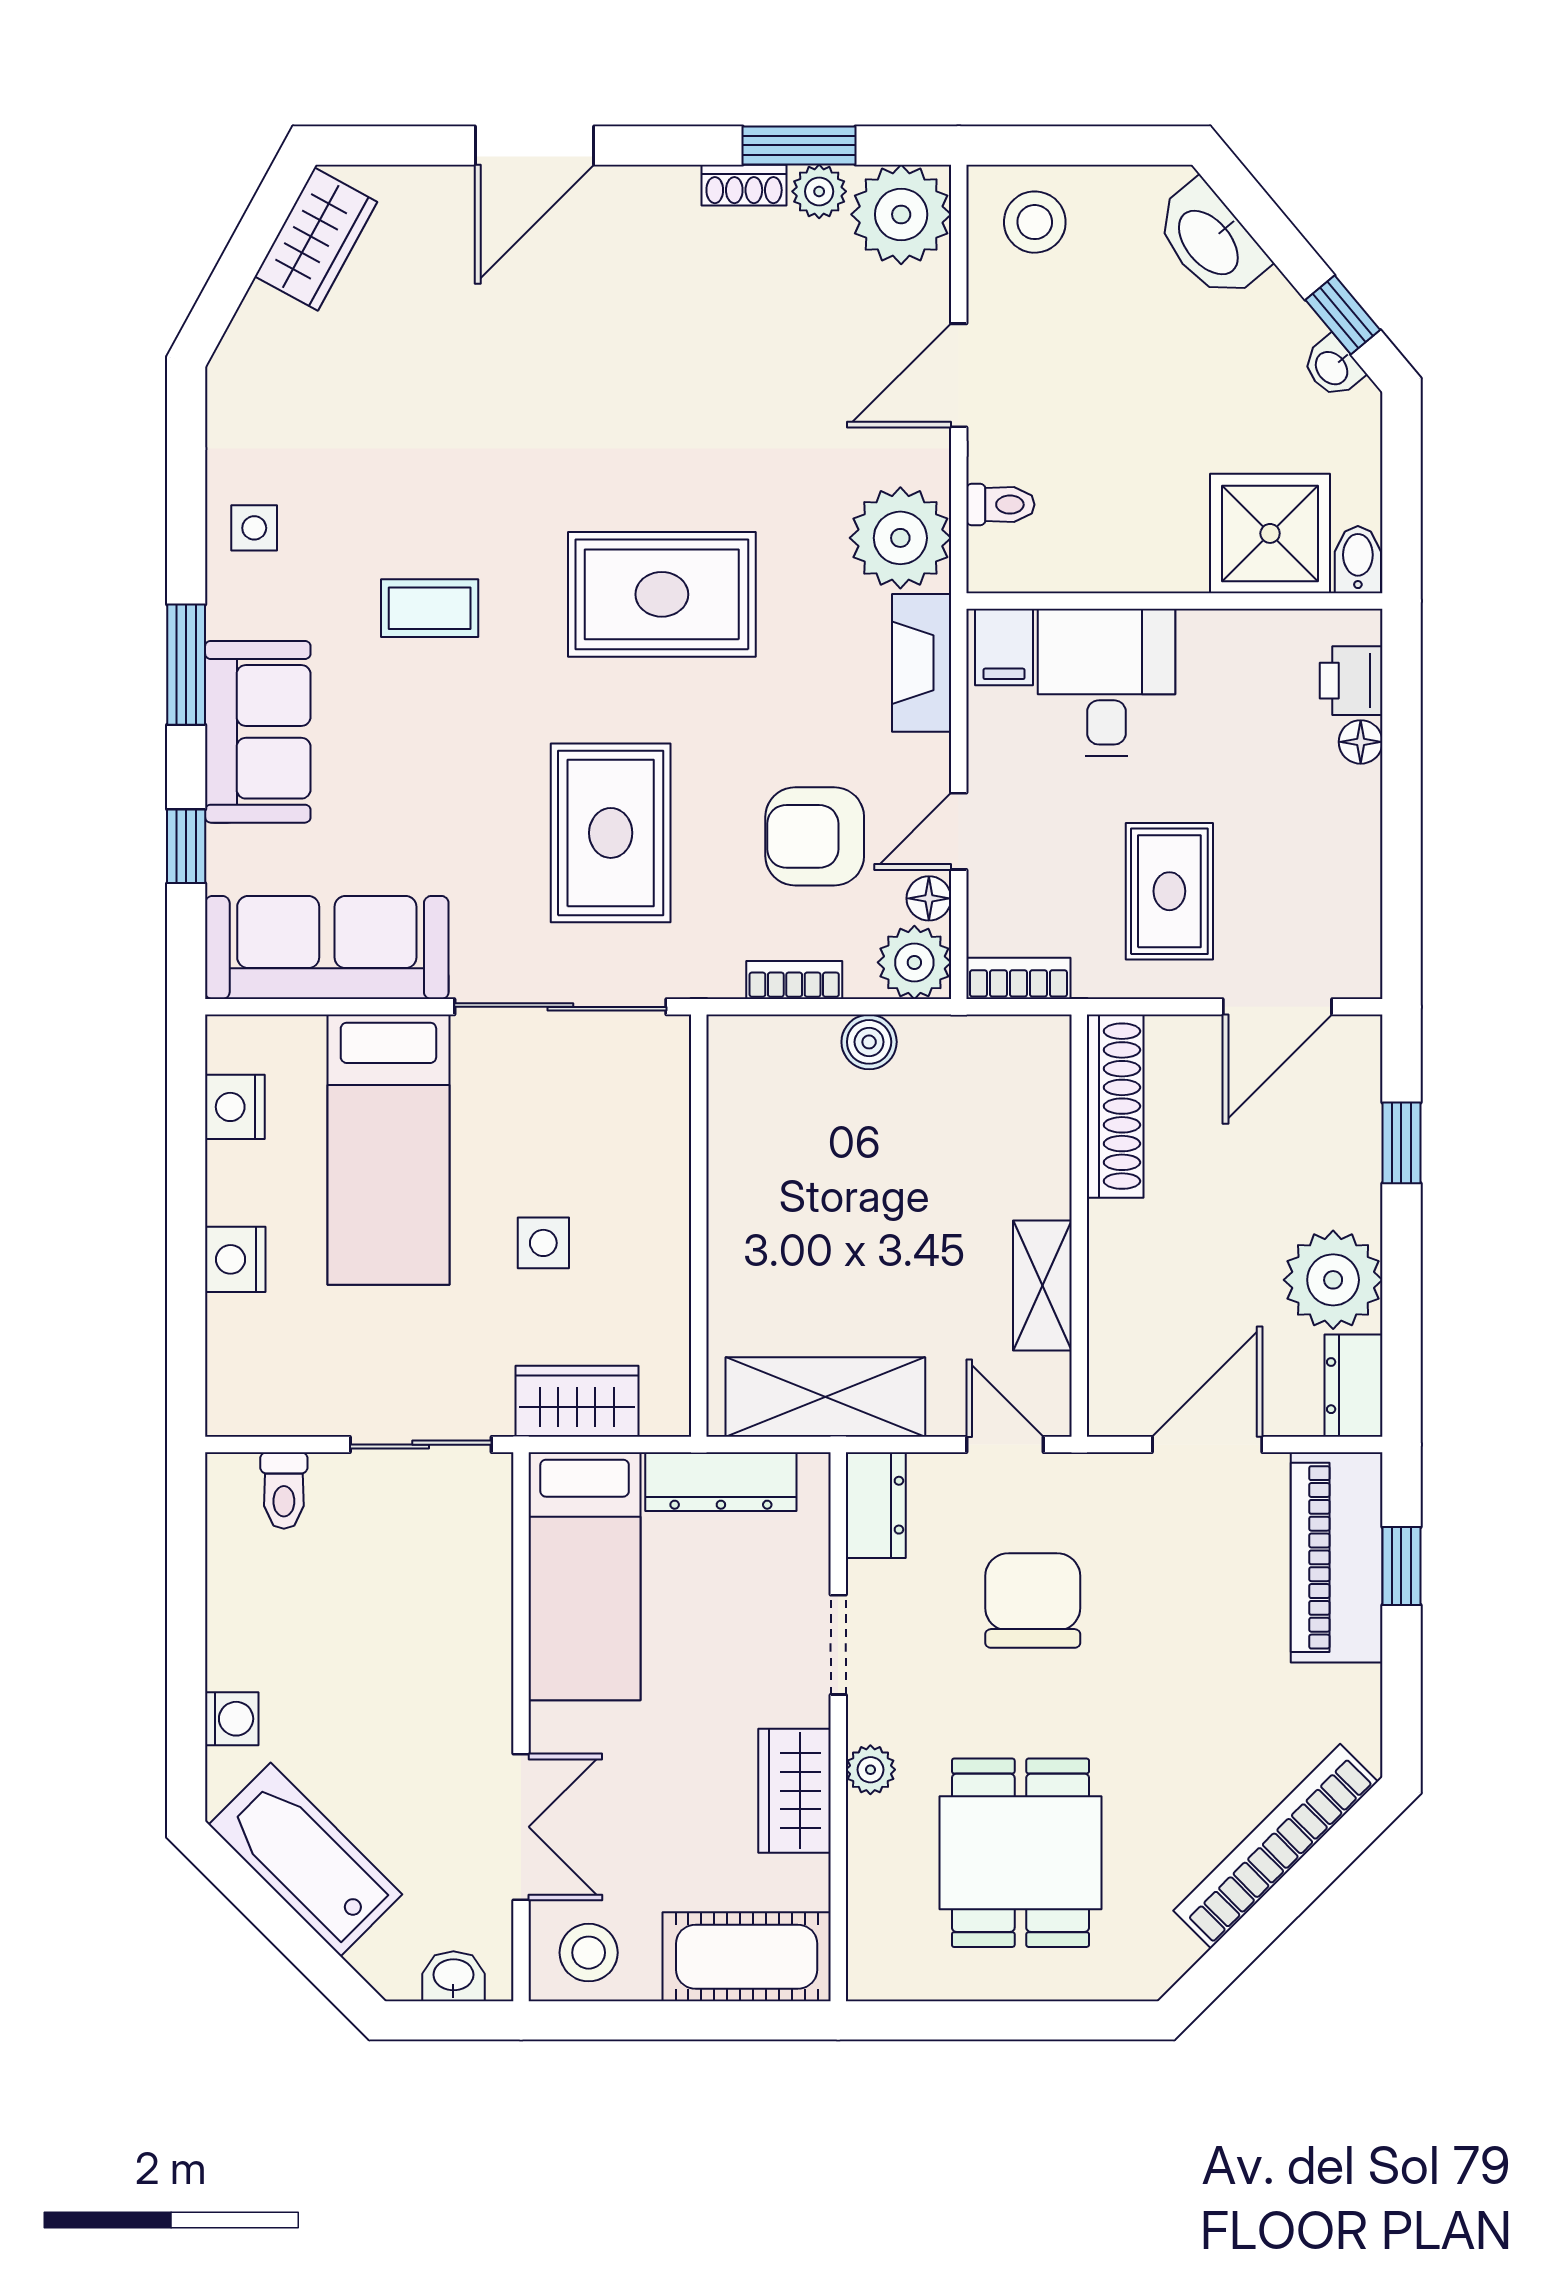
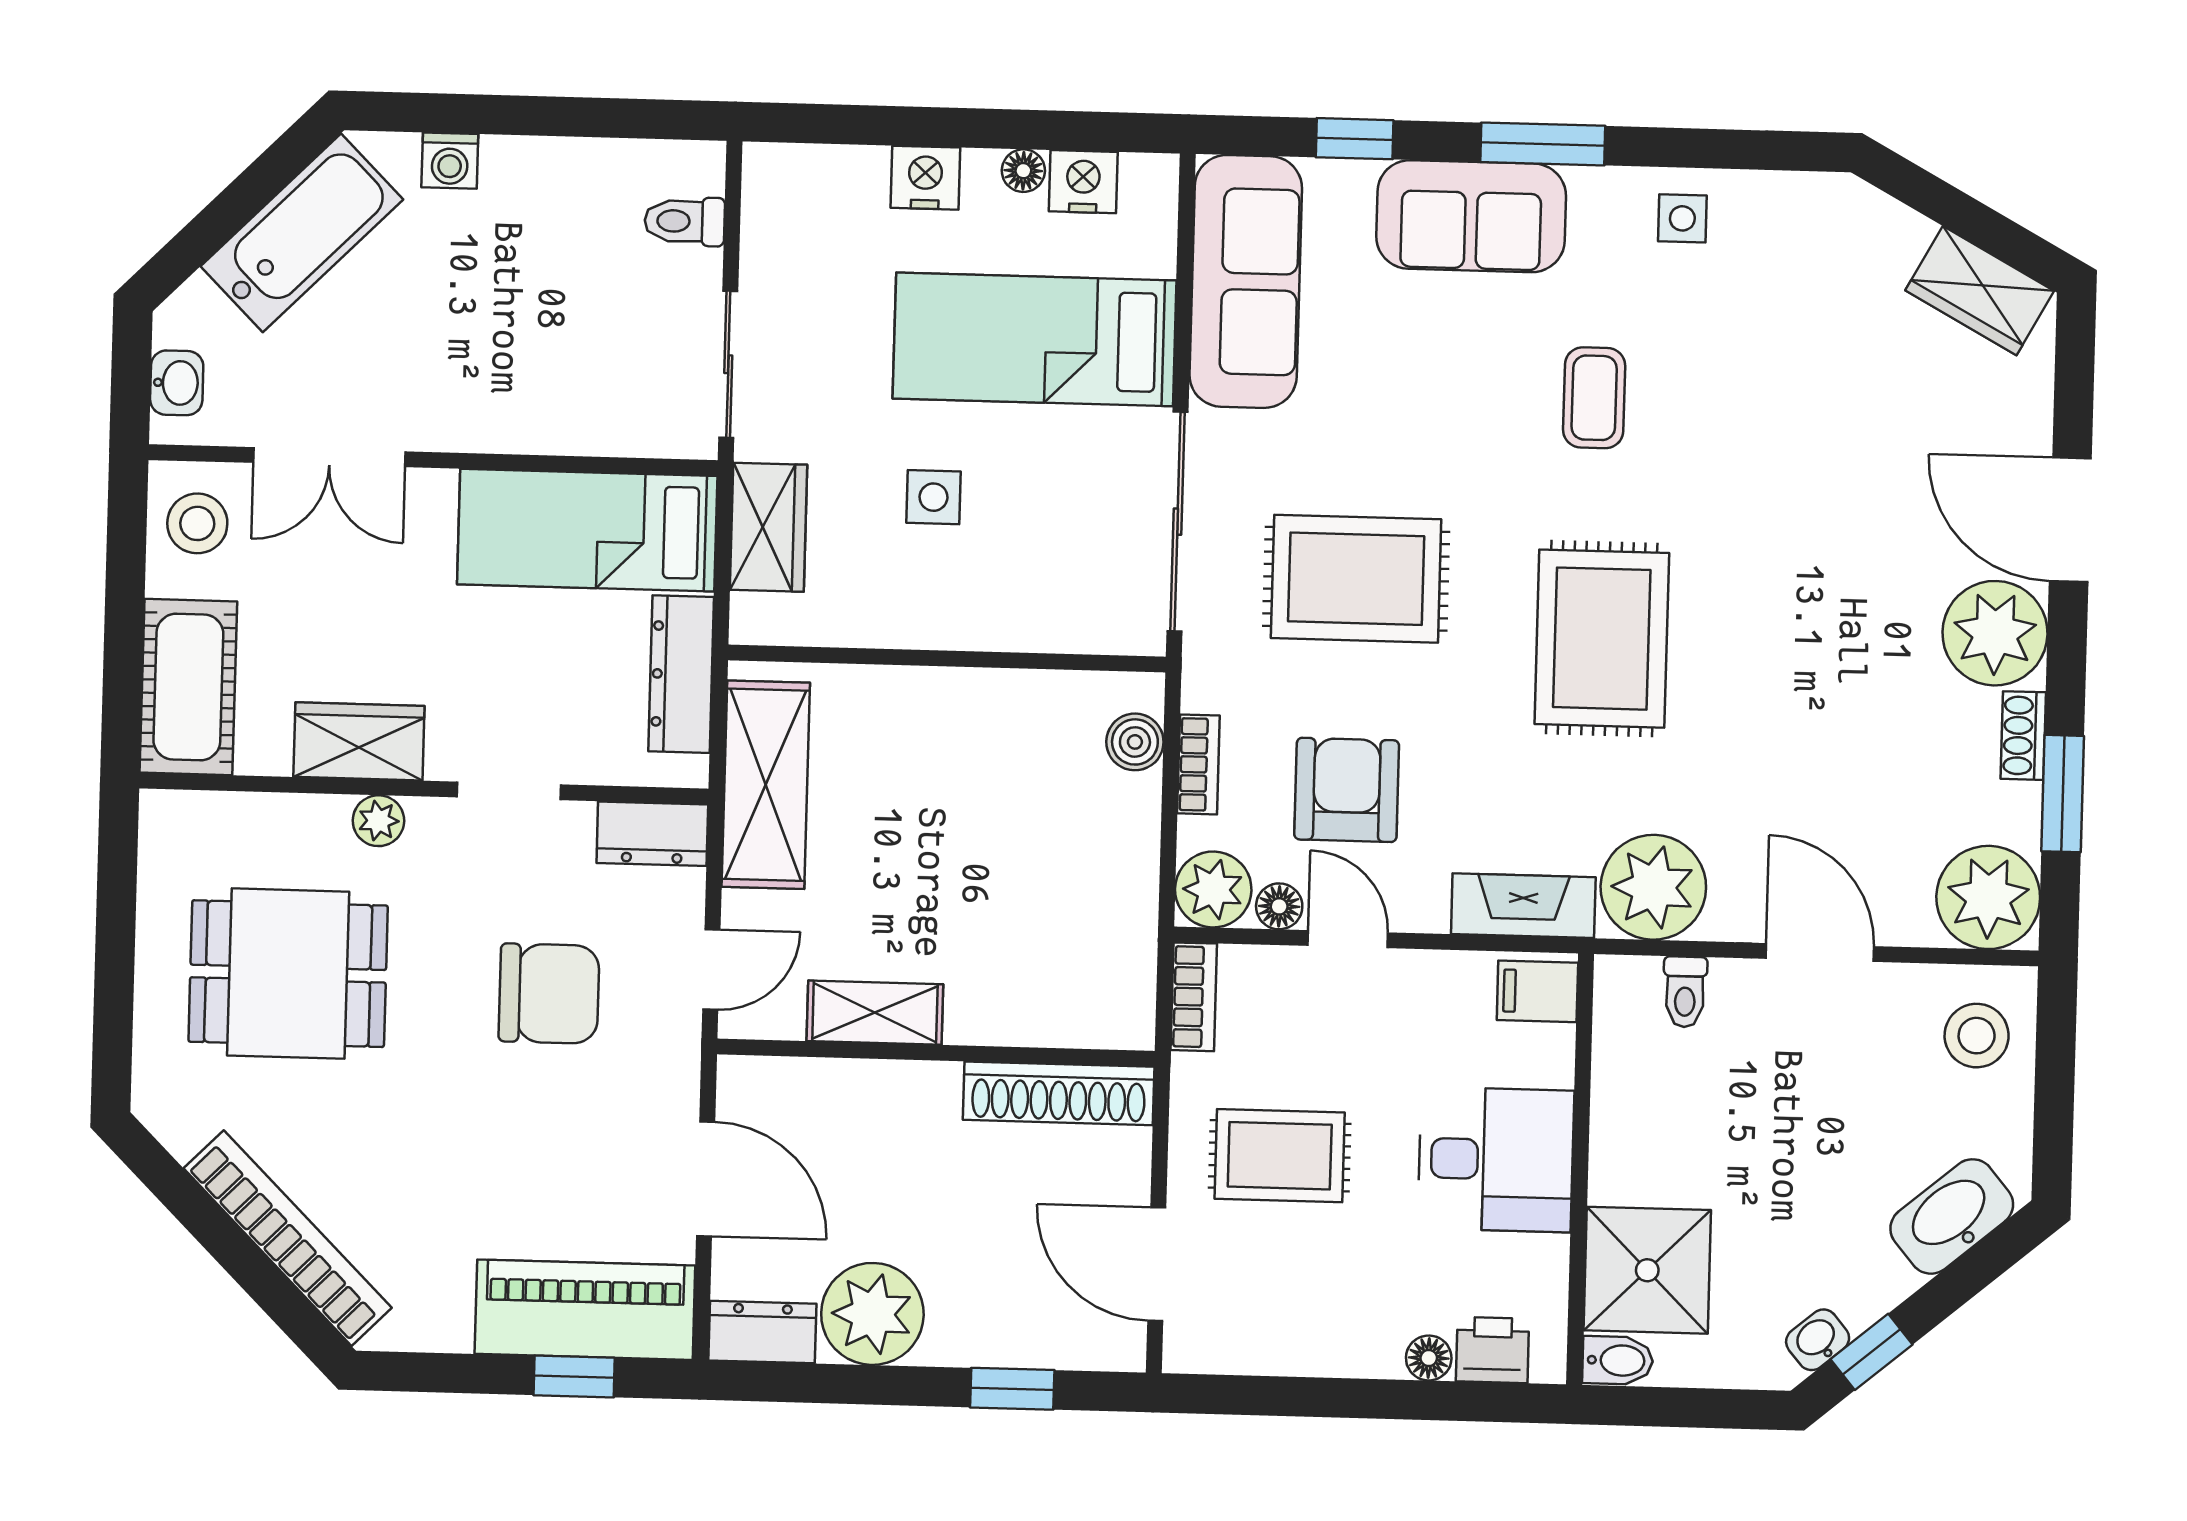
plant: (819, 191) -> (1995, 633), moved, width x1.88, depth x1.88
desk: (1106, 682) -> (1496, 1160), moved
boiler: (869, 1042) -> (1135, 742), moved
floor lamp: (226, 1165) -> (1023, 171), added

